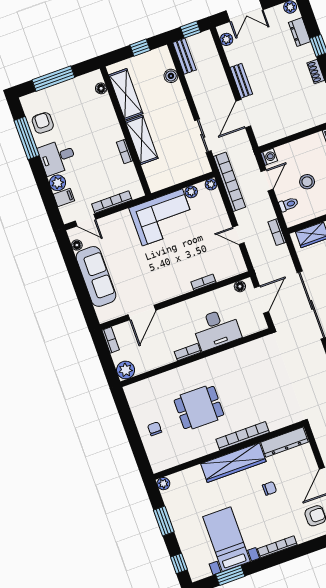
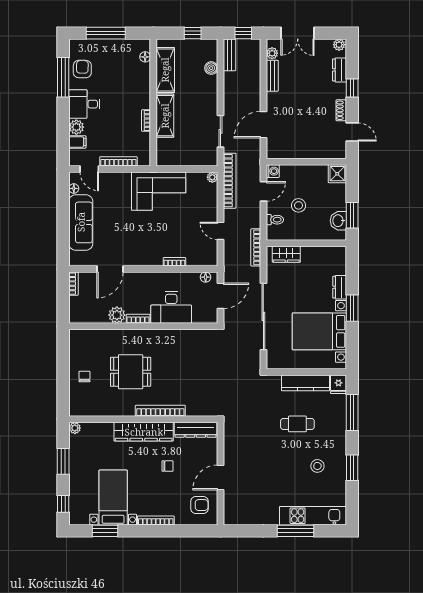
bench: (241, 81) -> (272, 76), moved
plant: (191, 192) -> (192, 178), removed
bookcase: (277, 232) -> (256, 247), width x1.56
plant: (126, 370) -> (117, 315), moved

